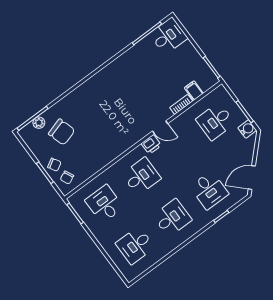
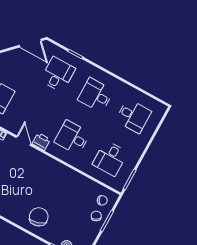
chair: (62, 132) -> (39, 217), moved

